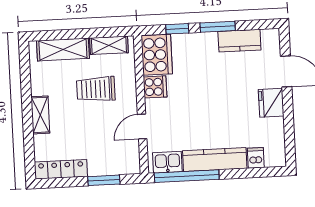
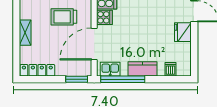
door: (142, 127) -> (94, 44), width x1.87
kitchen counter: (215, 160) -> (143, 69), width x0.67
window: (104, 180) -> (77, 79), moved

